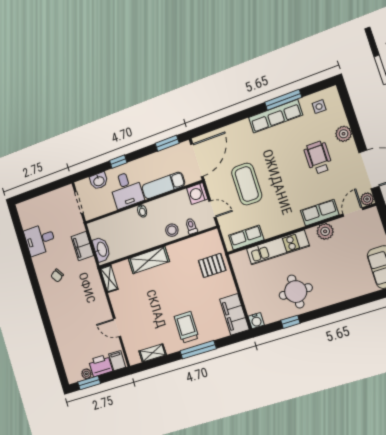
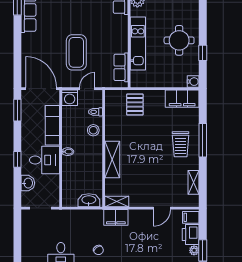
coffee table: (247, 184) -> (76, 52), turned 90
filing cabinet: (82, 246) -> (116, 217), moved
trolley: (187, 327) -> (181, 144), turned -90

